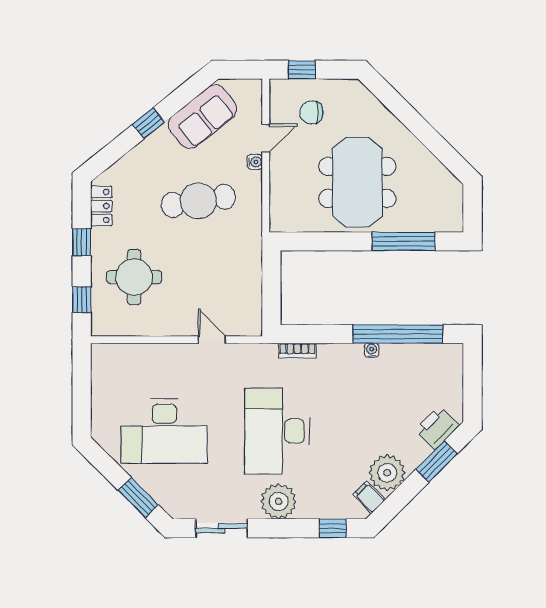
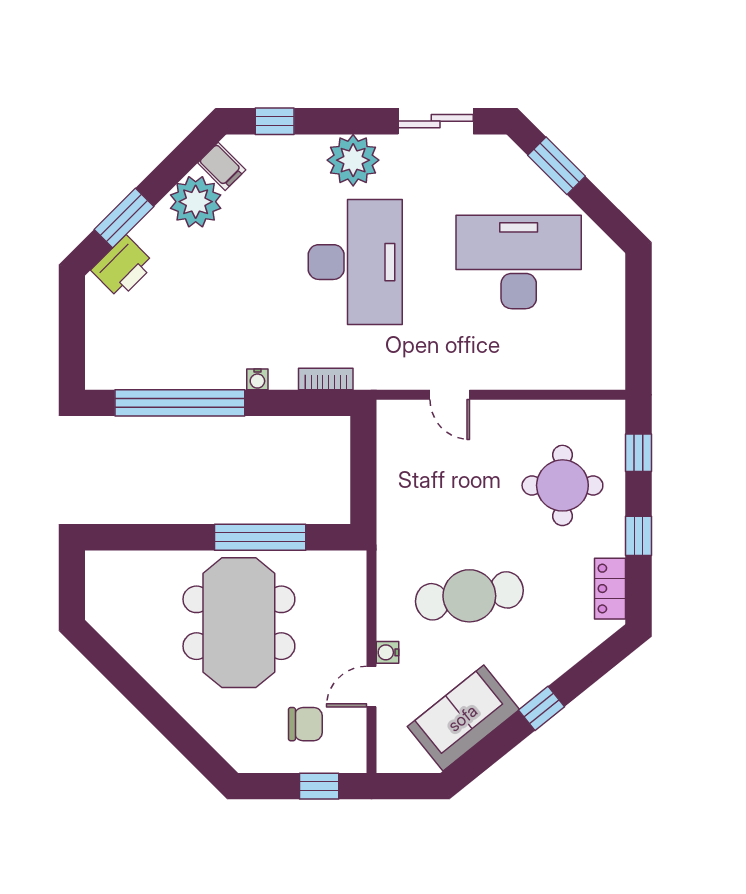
window: (403, 241) -> (260, 537), moved
water cooler: (372, 350) -> (257, 379), moved

